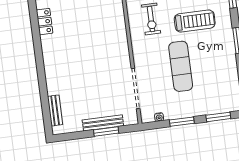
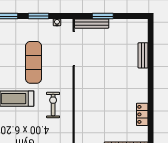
bench: (55, 110) -> (143, 55), moved
bench: (103, 123) -> (92, 24), moved

